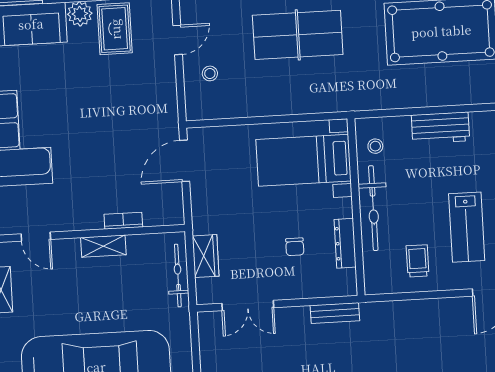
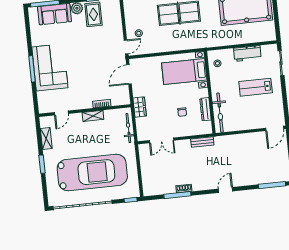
door: (178, 40) -> (126, 47), moved
bicycle: (373, 208) -> (220, 113), moved
lab bench: (467, 227) -> (256, 87), moved, turned 90
door: (36, 237) -> (61, 113), hinge flipped
wardrobe: (206, 256) -> (140, 107), moved
trolley: (418, 261) -> (240, 116), removed

